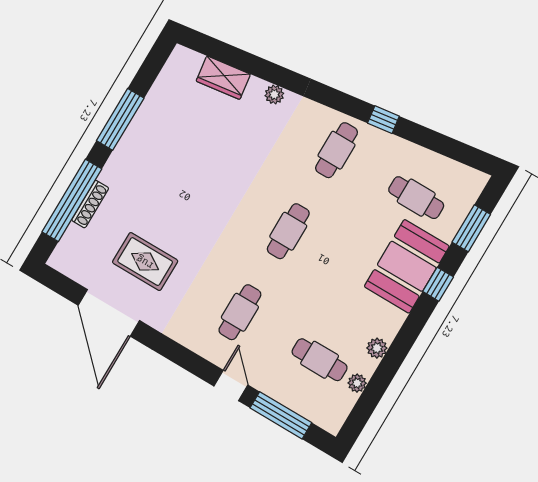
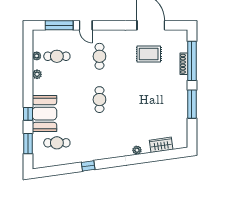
cafe table: (337, 150) -> (99, 143), removed

